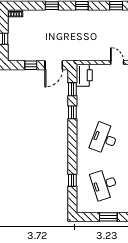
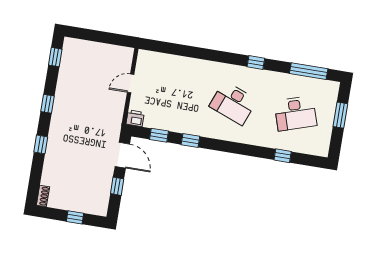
door: (117, 63) -> (131, 83), moved
printer: (84, 75) -> (135, 118), width x0.53, depth x0.68

